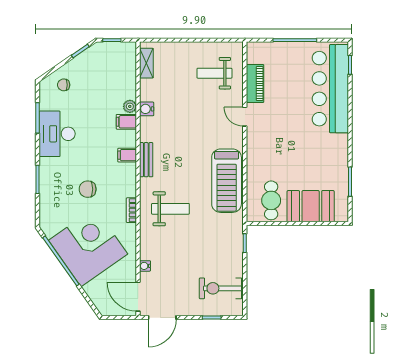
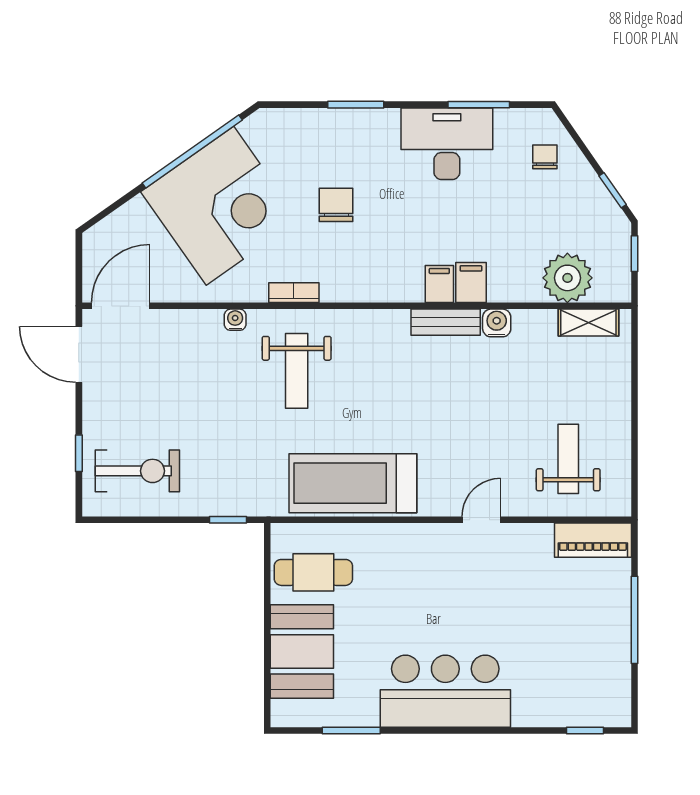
piano: (255, 84) -> (593, 540), moved
bar counter: (330, 89) -> (445, 691), moved, width x0.73
plant: (130, 106) -> (567, 278), moved, width x1.87, depth x1.87
filing cabinet: (127, 155) -> (439, 284), moved
bench: (146, 160) -> (446, 322), moved
water cooler: (145, 266) -> (235, 320), moved
exercise bike: (220, 288) -> (137, 471), turned 90

